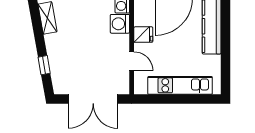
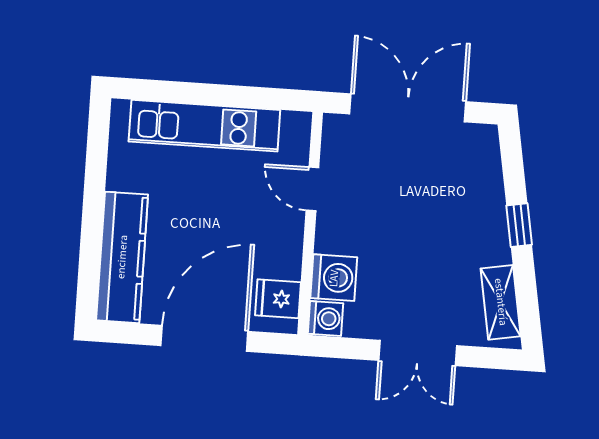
fridge: (143, 35) -> (278, 299), moved
window: (44, 65) -> (519, 225), moved

